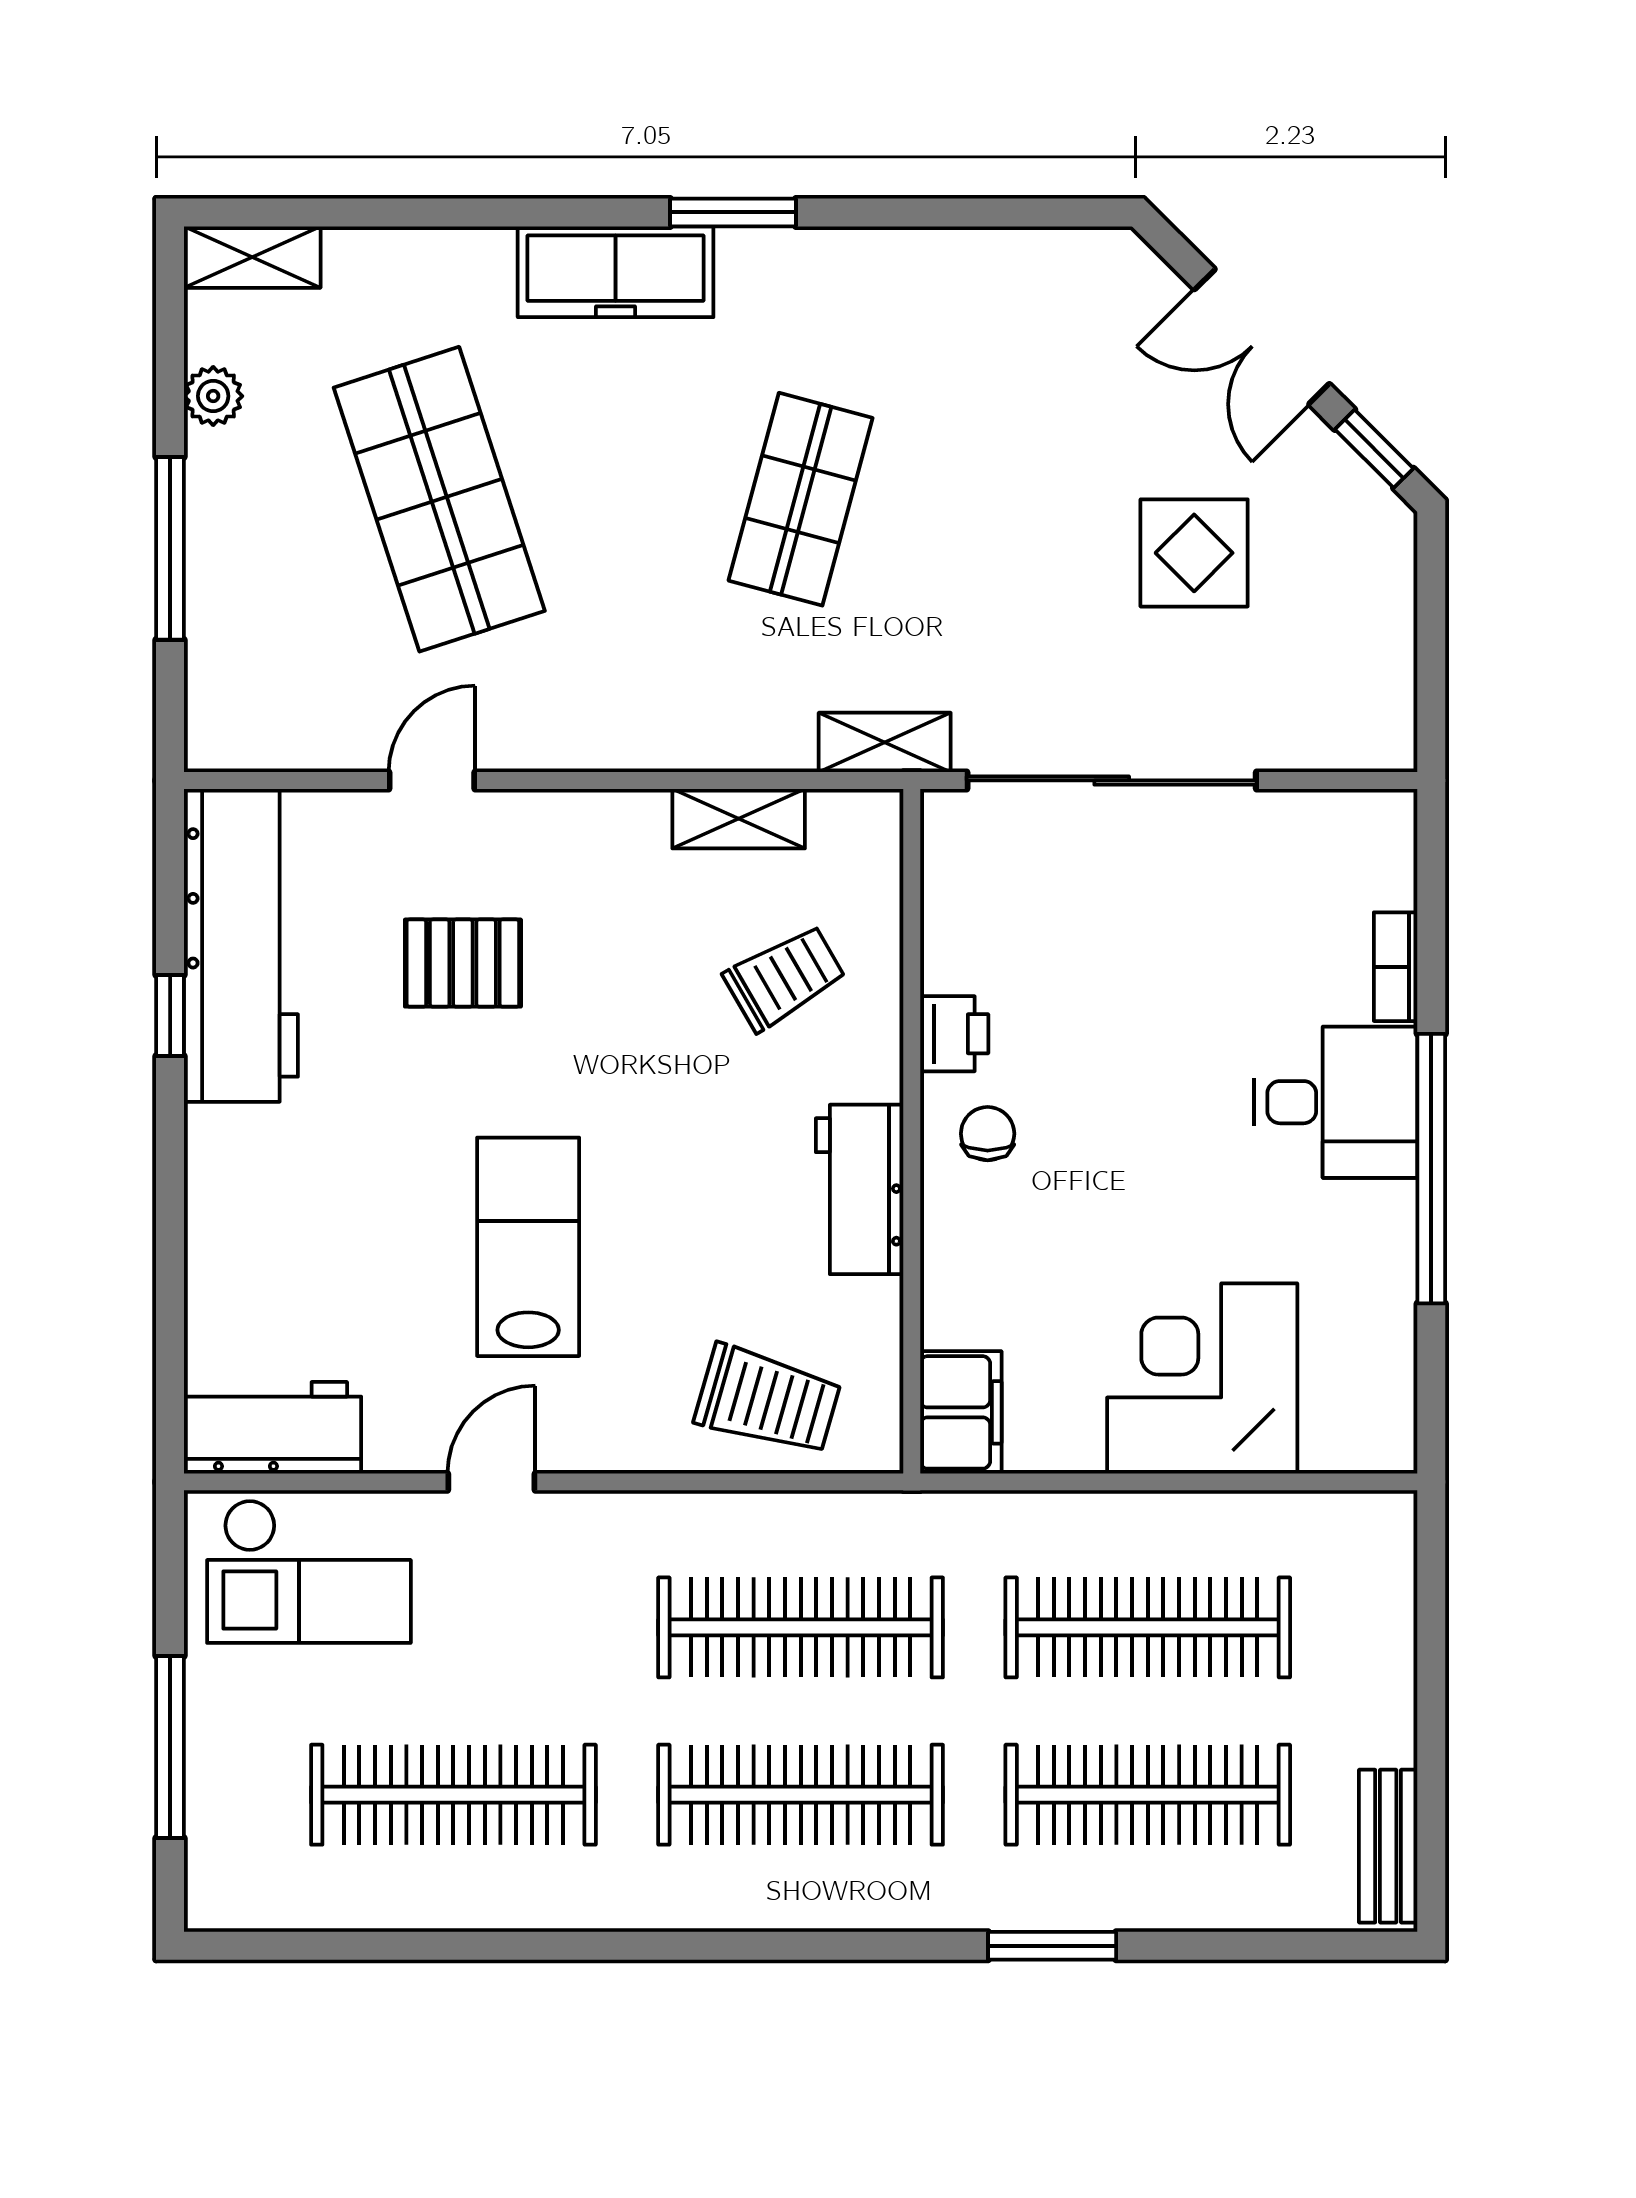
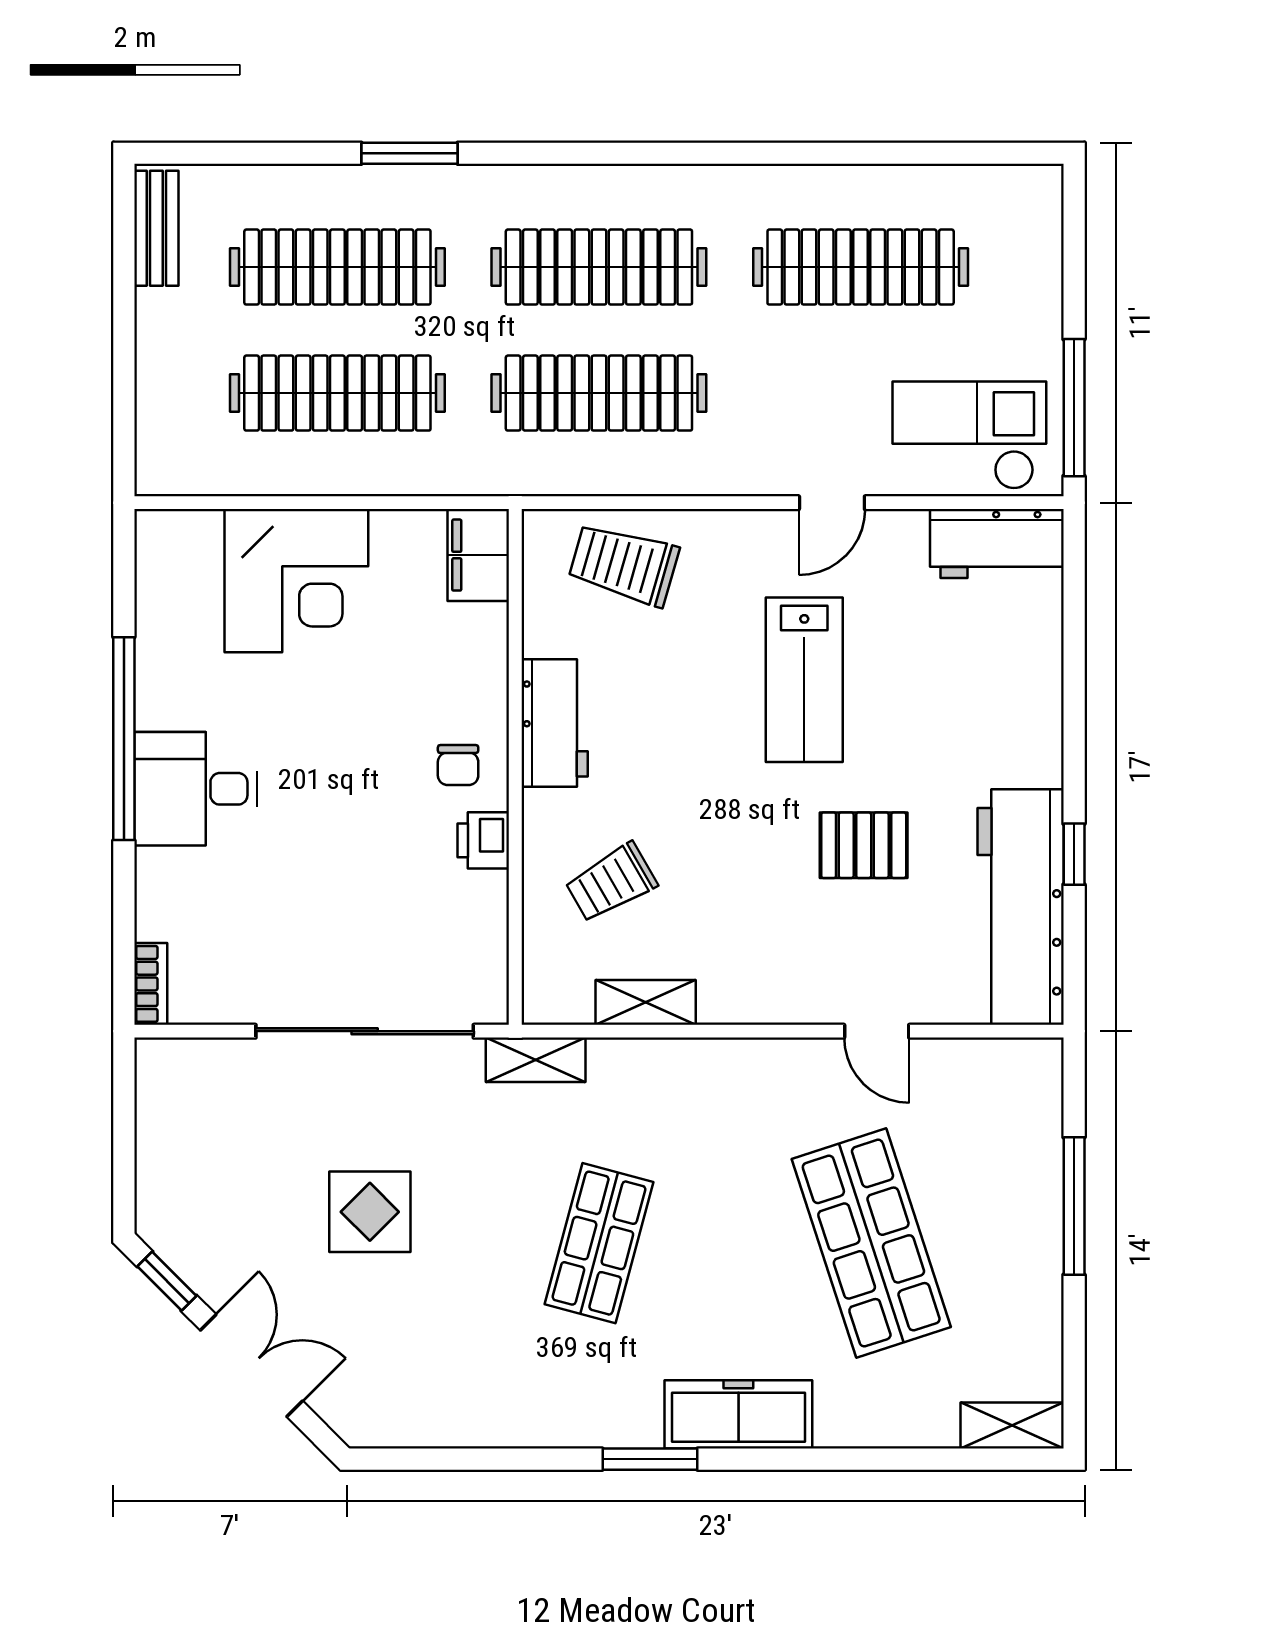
plant: (213, 396) -> (1042, 1321), removed
display table: (1194, 553) -> (370, 1212), moved
door: (432, 780) -> (877, 1031), hinge flipped
pallet: (463, 963) -> (864, 845), moved
bookcase: (1396, 967) -> (151, 984), moved
window: (170, 1747) -> (1074, 408), moved

